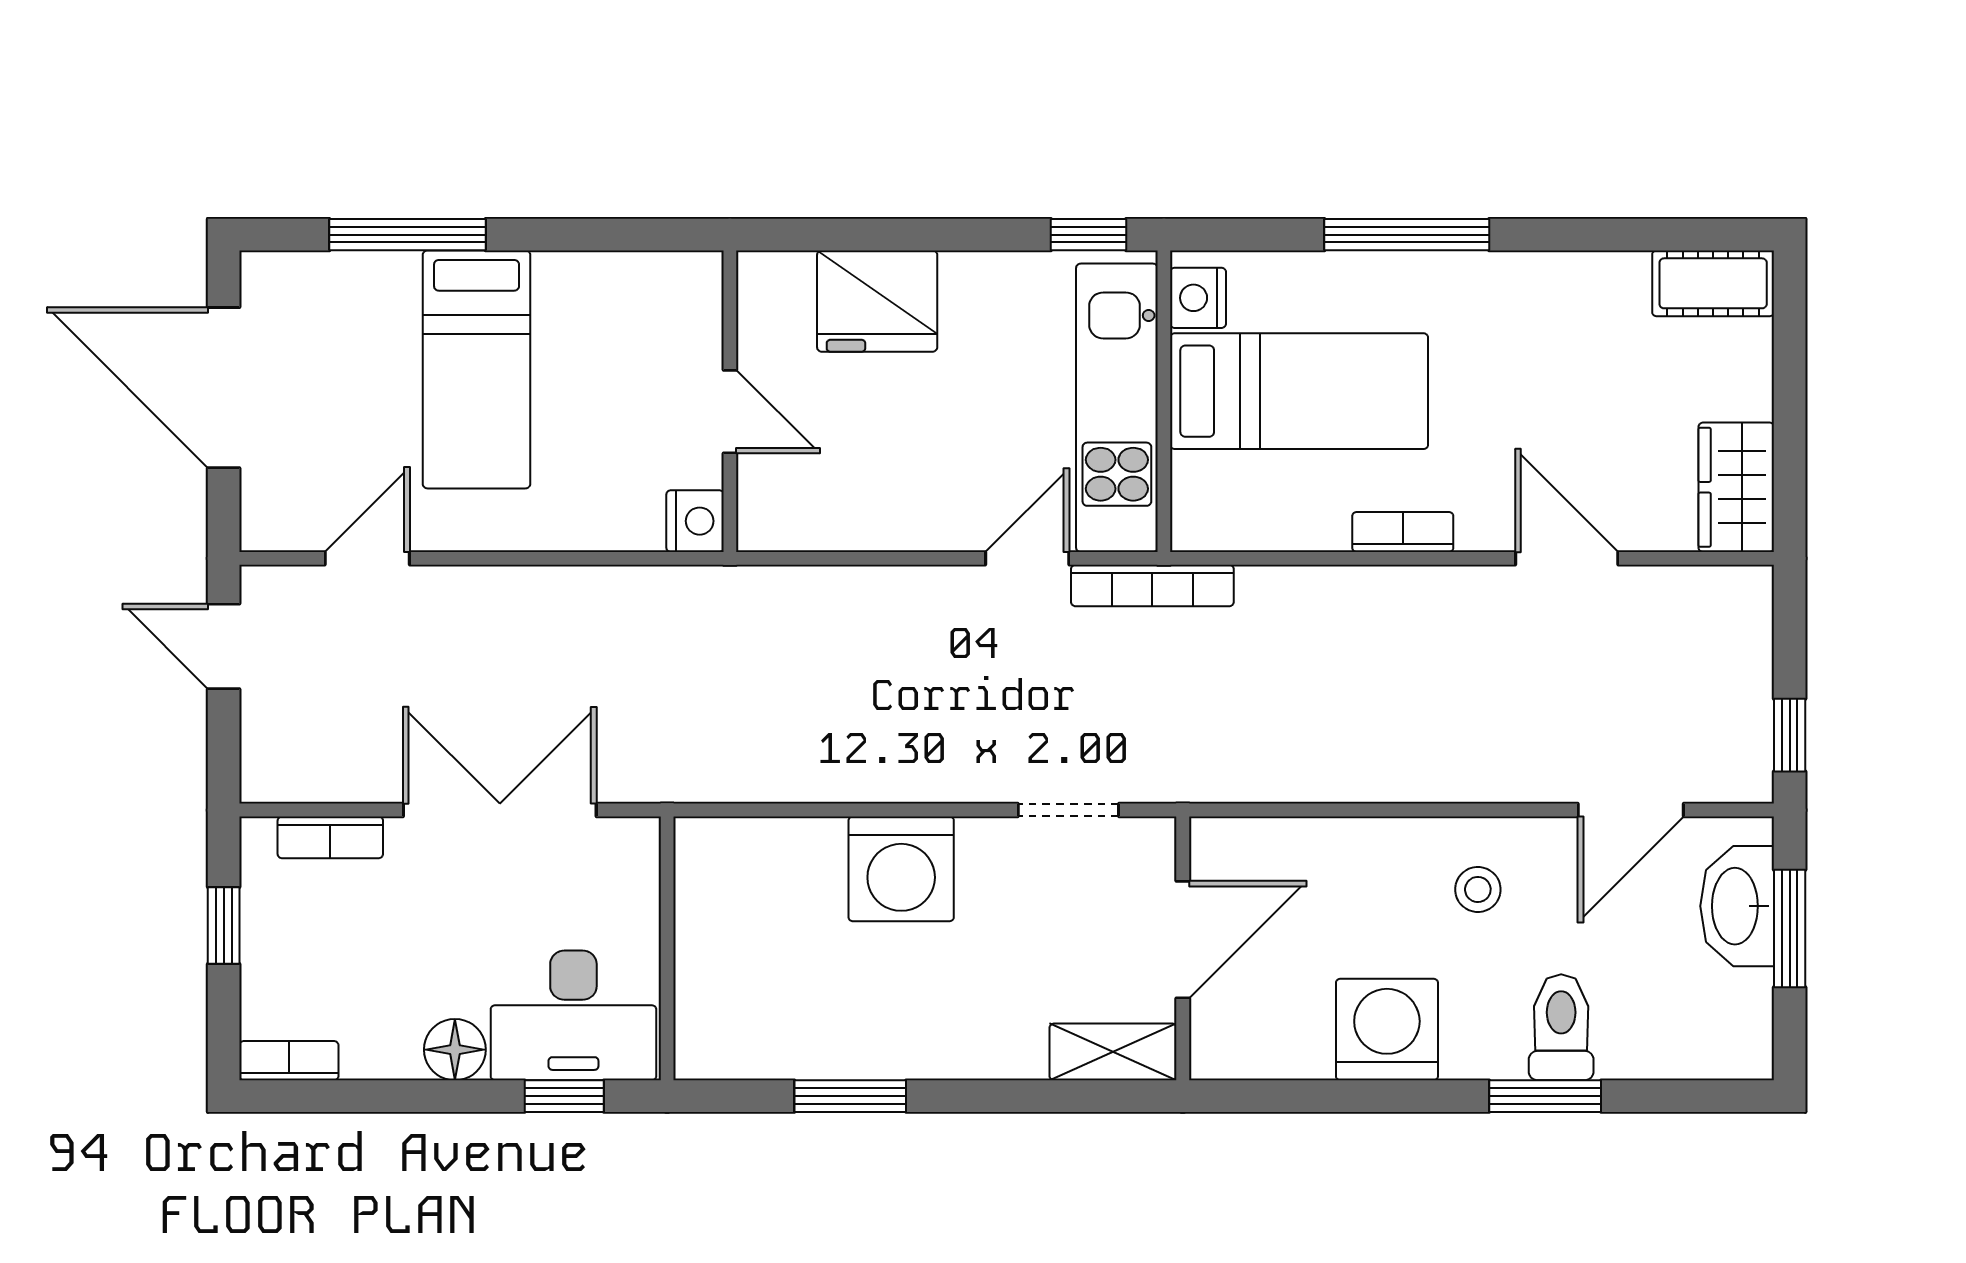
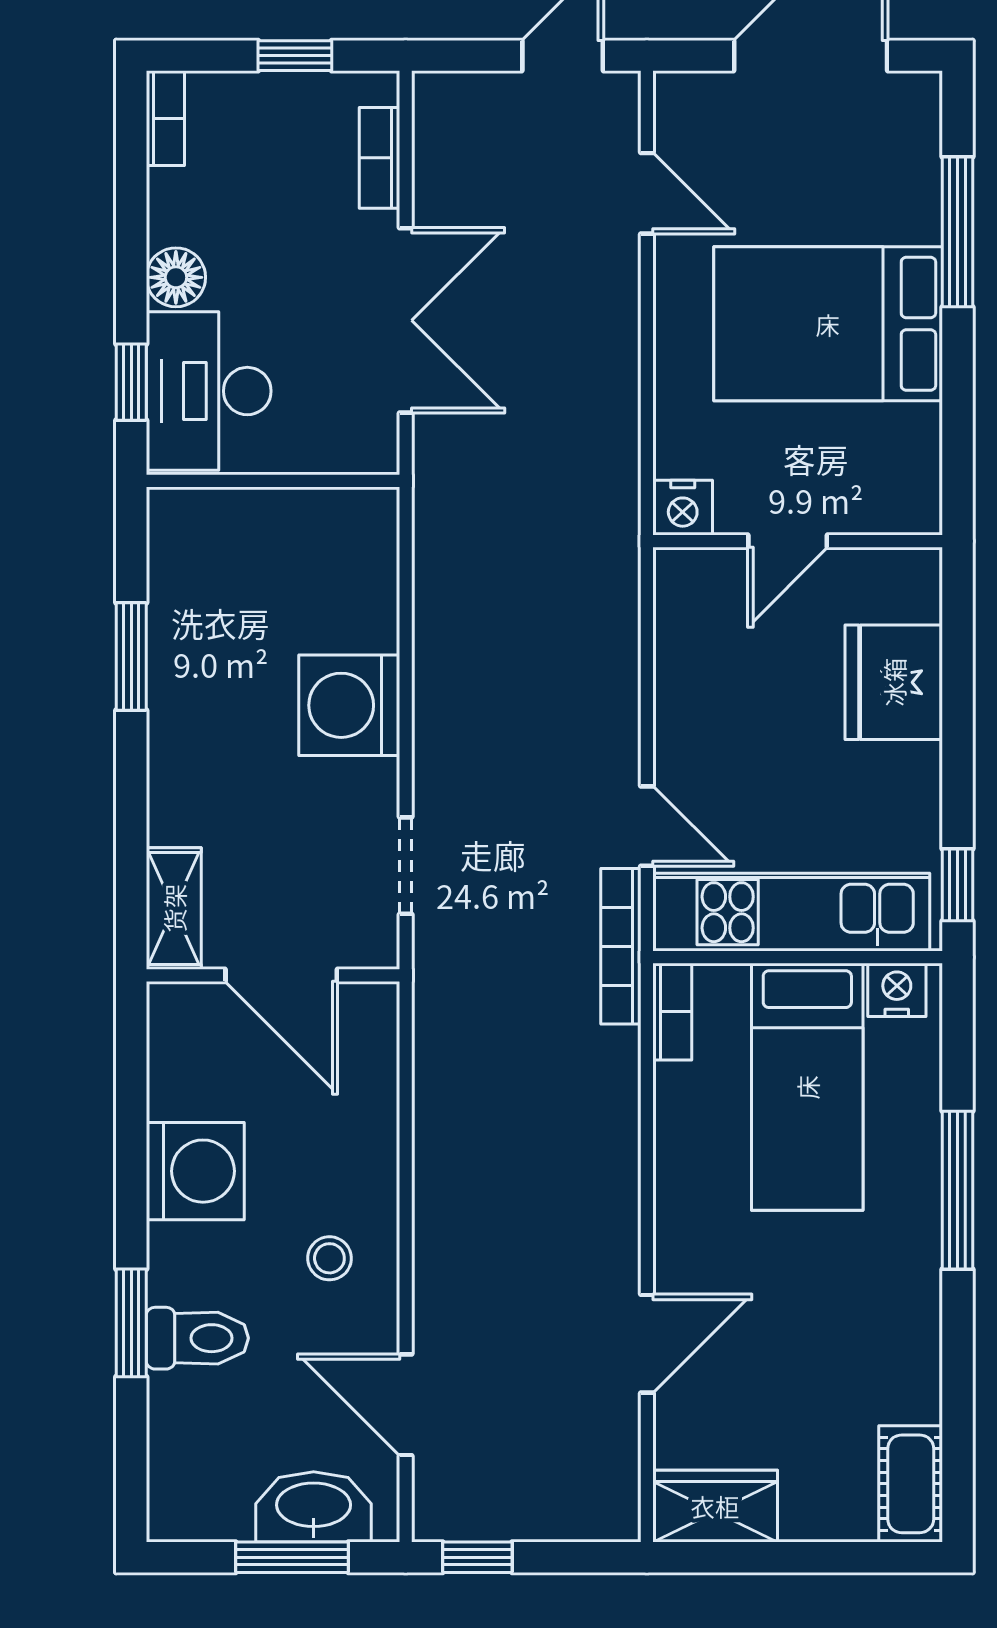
bed: (477, 369) -> (828, 324), width x1.50
bookcase: (1403, 532) -> (672, 1012), moved

